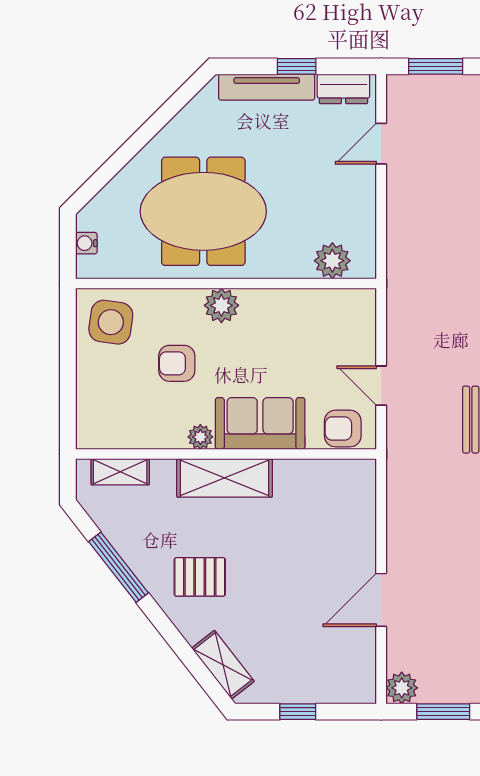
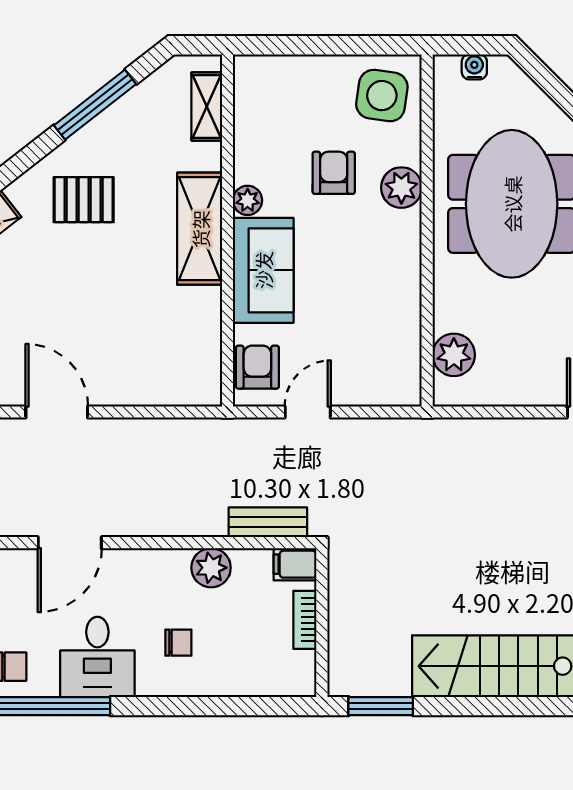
plant: (221, 305) -> (401, 188), moved
pallet: (200, 577) -> (84, 200), turned 90

